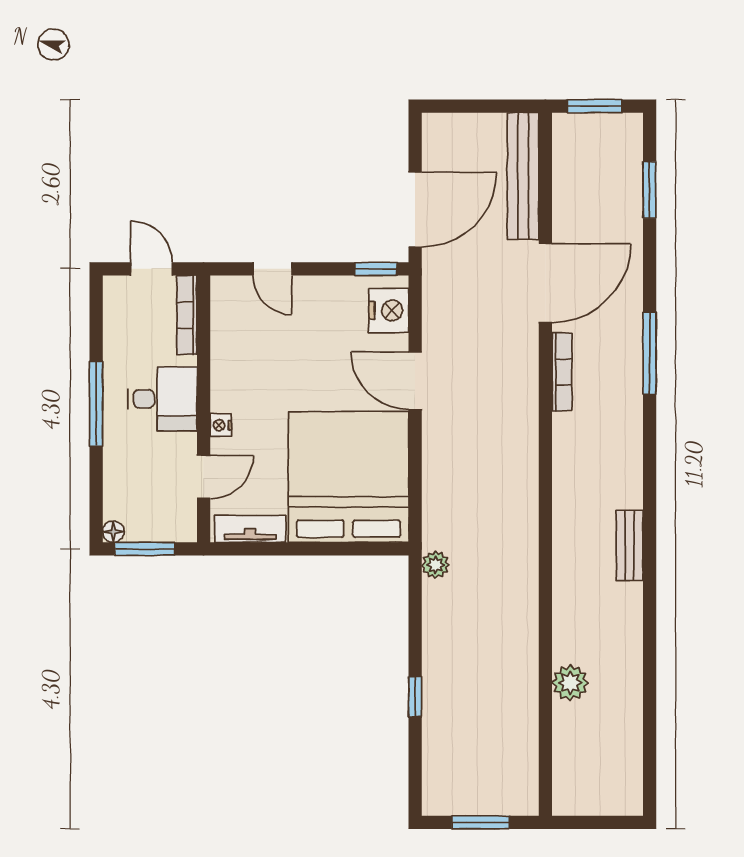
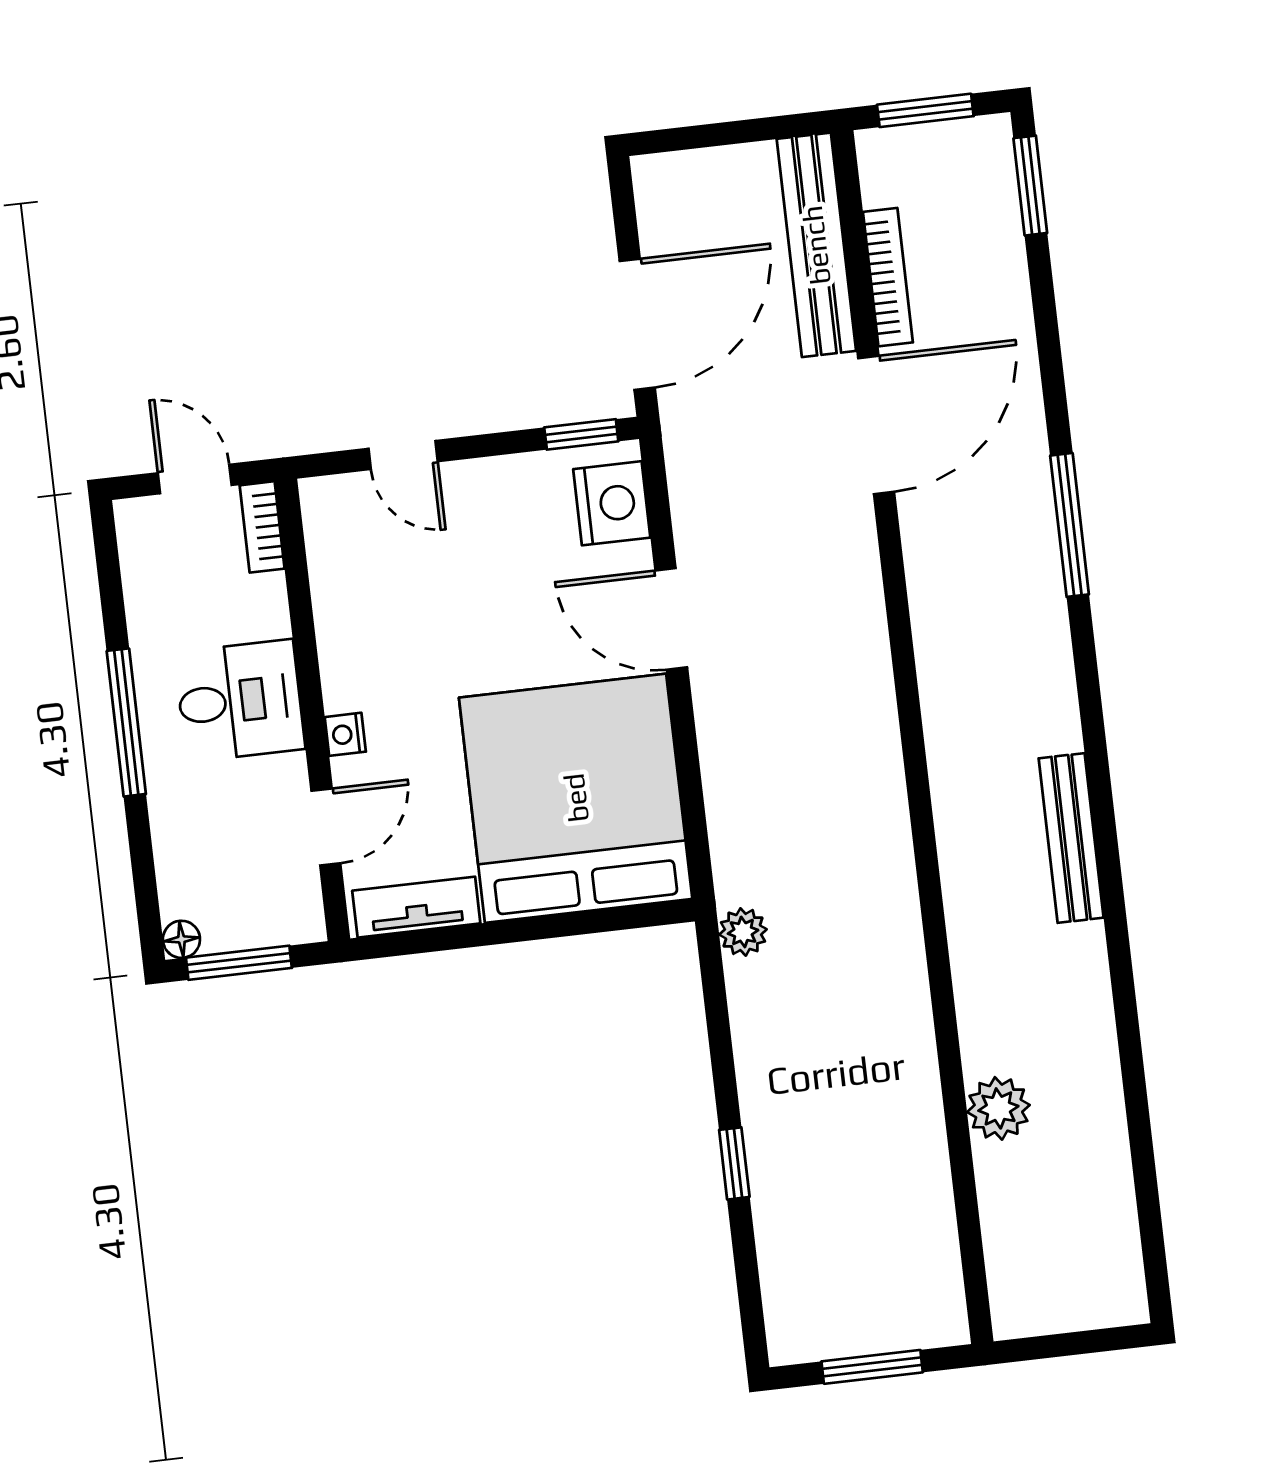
window: (650, 190) -> (1030, 186), moved
bookcase: (187, 315) -> (262, 527), width x0.64
bookcase: (562, 372) -> (888, 277), moved
bench: (630, 545) -> (1071, 838), width x1.36

